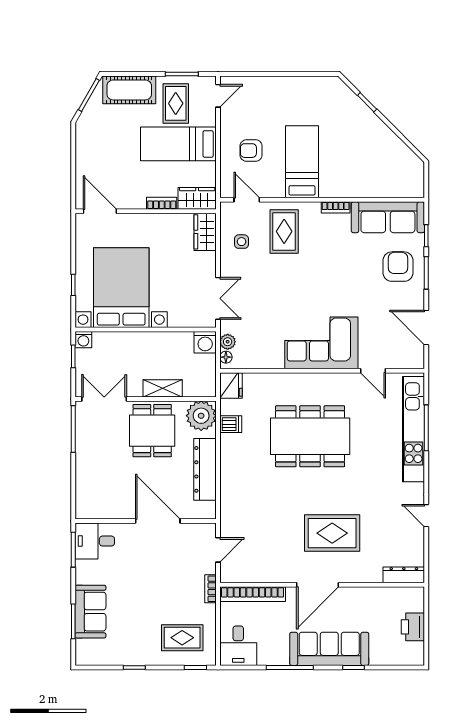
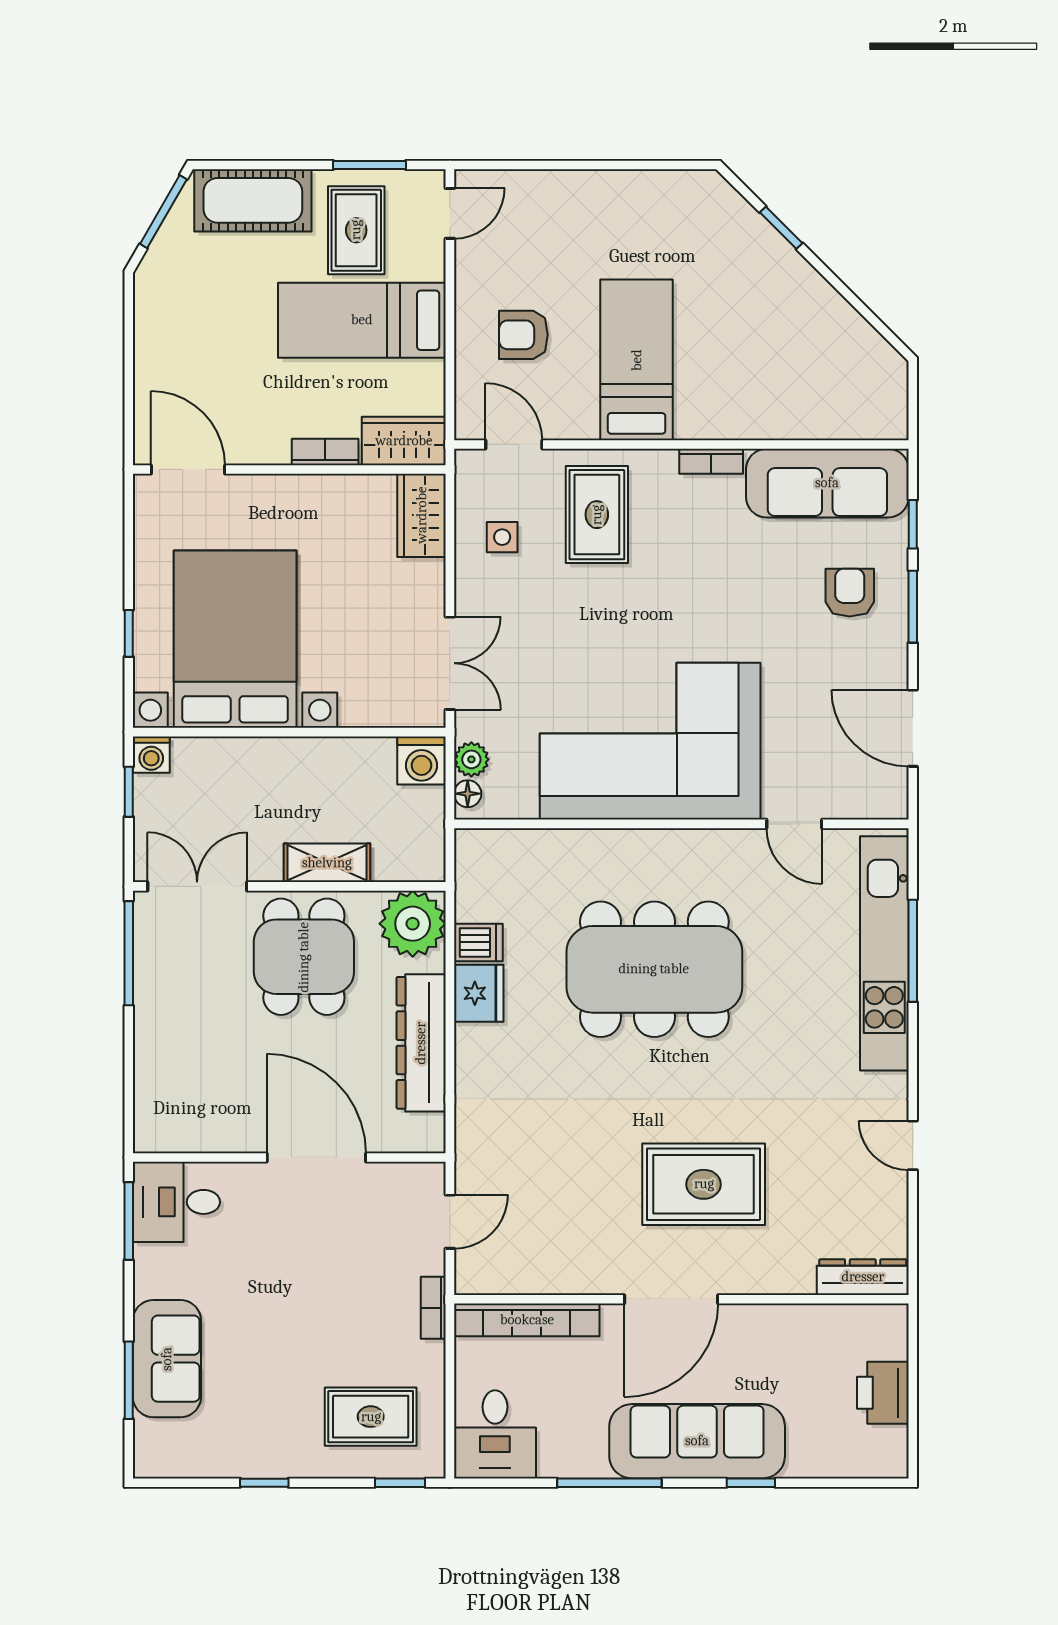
armchair: (398, 267) -> (850, 593), width x0.72, depth x0.72
corner sofa: (321, 343) -> (650, 741), width x1.36, depth x1.36
fridge: (231, 386) -> (479, 993), moved

